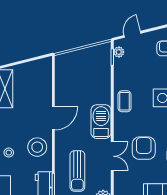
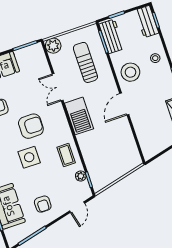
plant: (119, 52) -> (81, 176), moved
coffee table: (125, 101) -> (66, 155), moved
armchair: (144, 148) -> (31, 126), moved, turned -90

